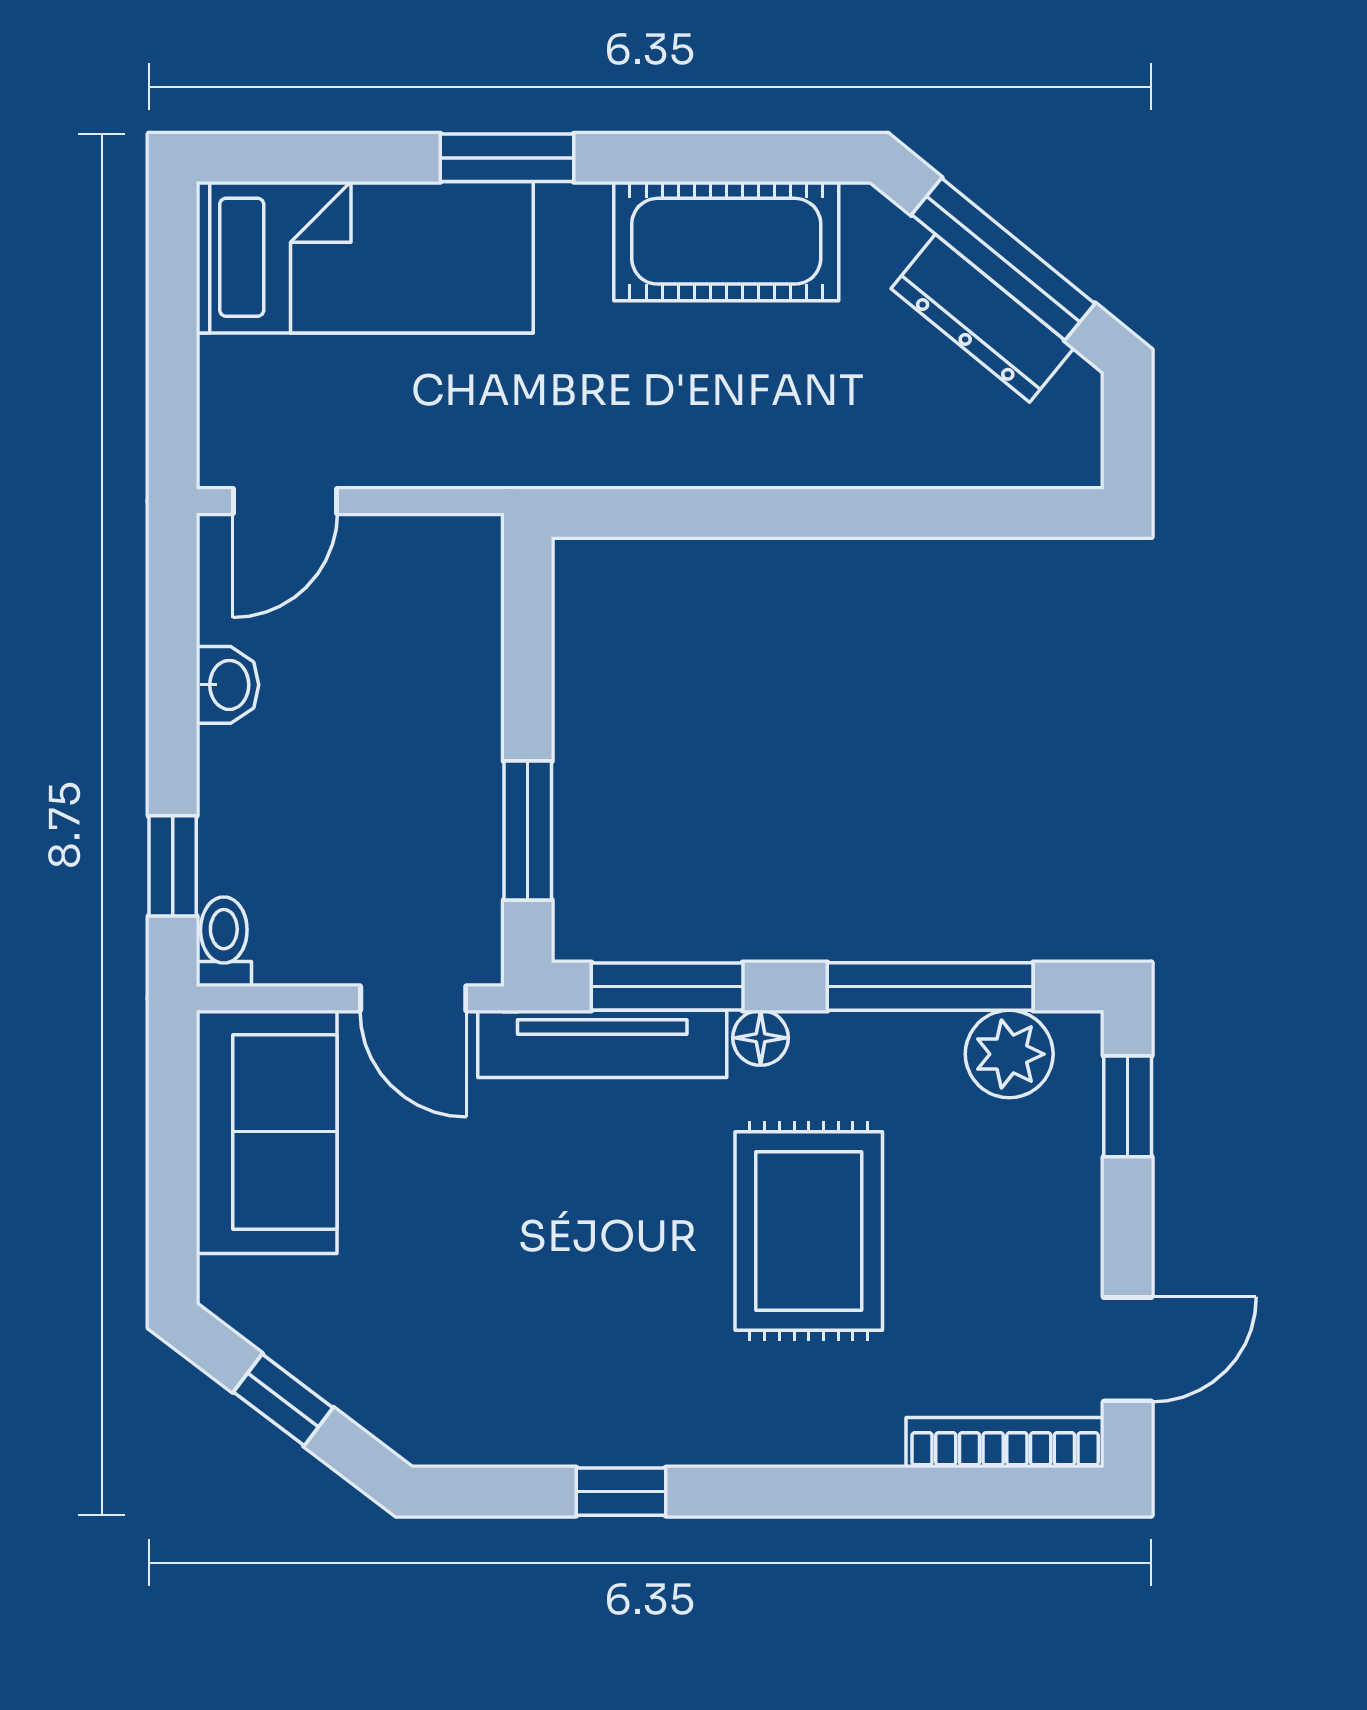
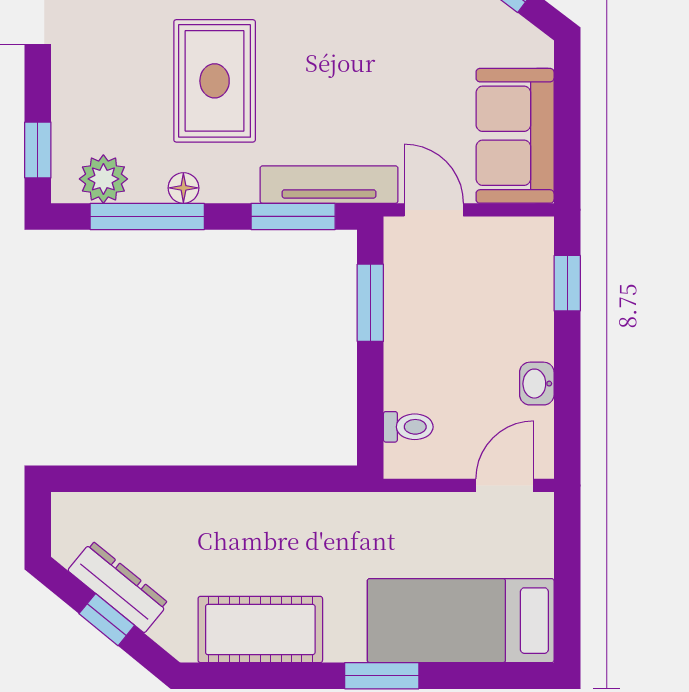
window: (1003, 259) -> (107, 620), width x0.46
toilet: (224, 942) -> (408, 427), moved, turned -90
floor lamp: (761, 1038) -> (183, 188), moved

